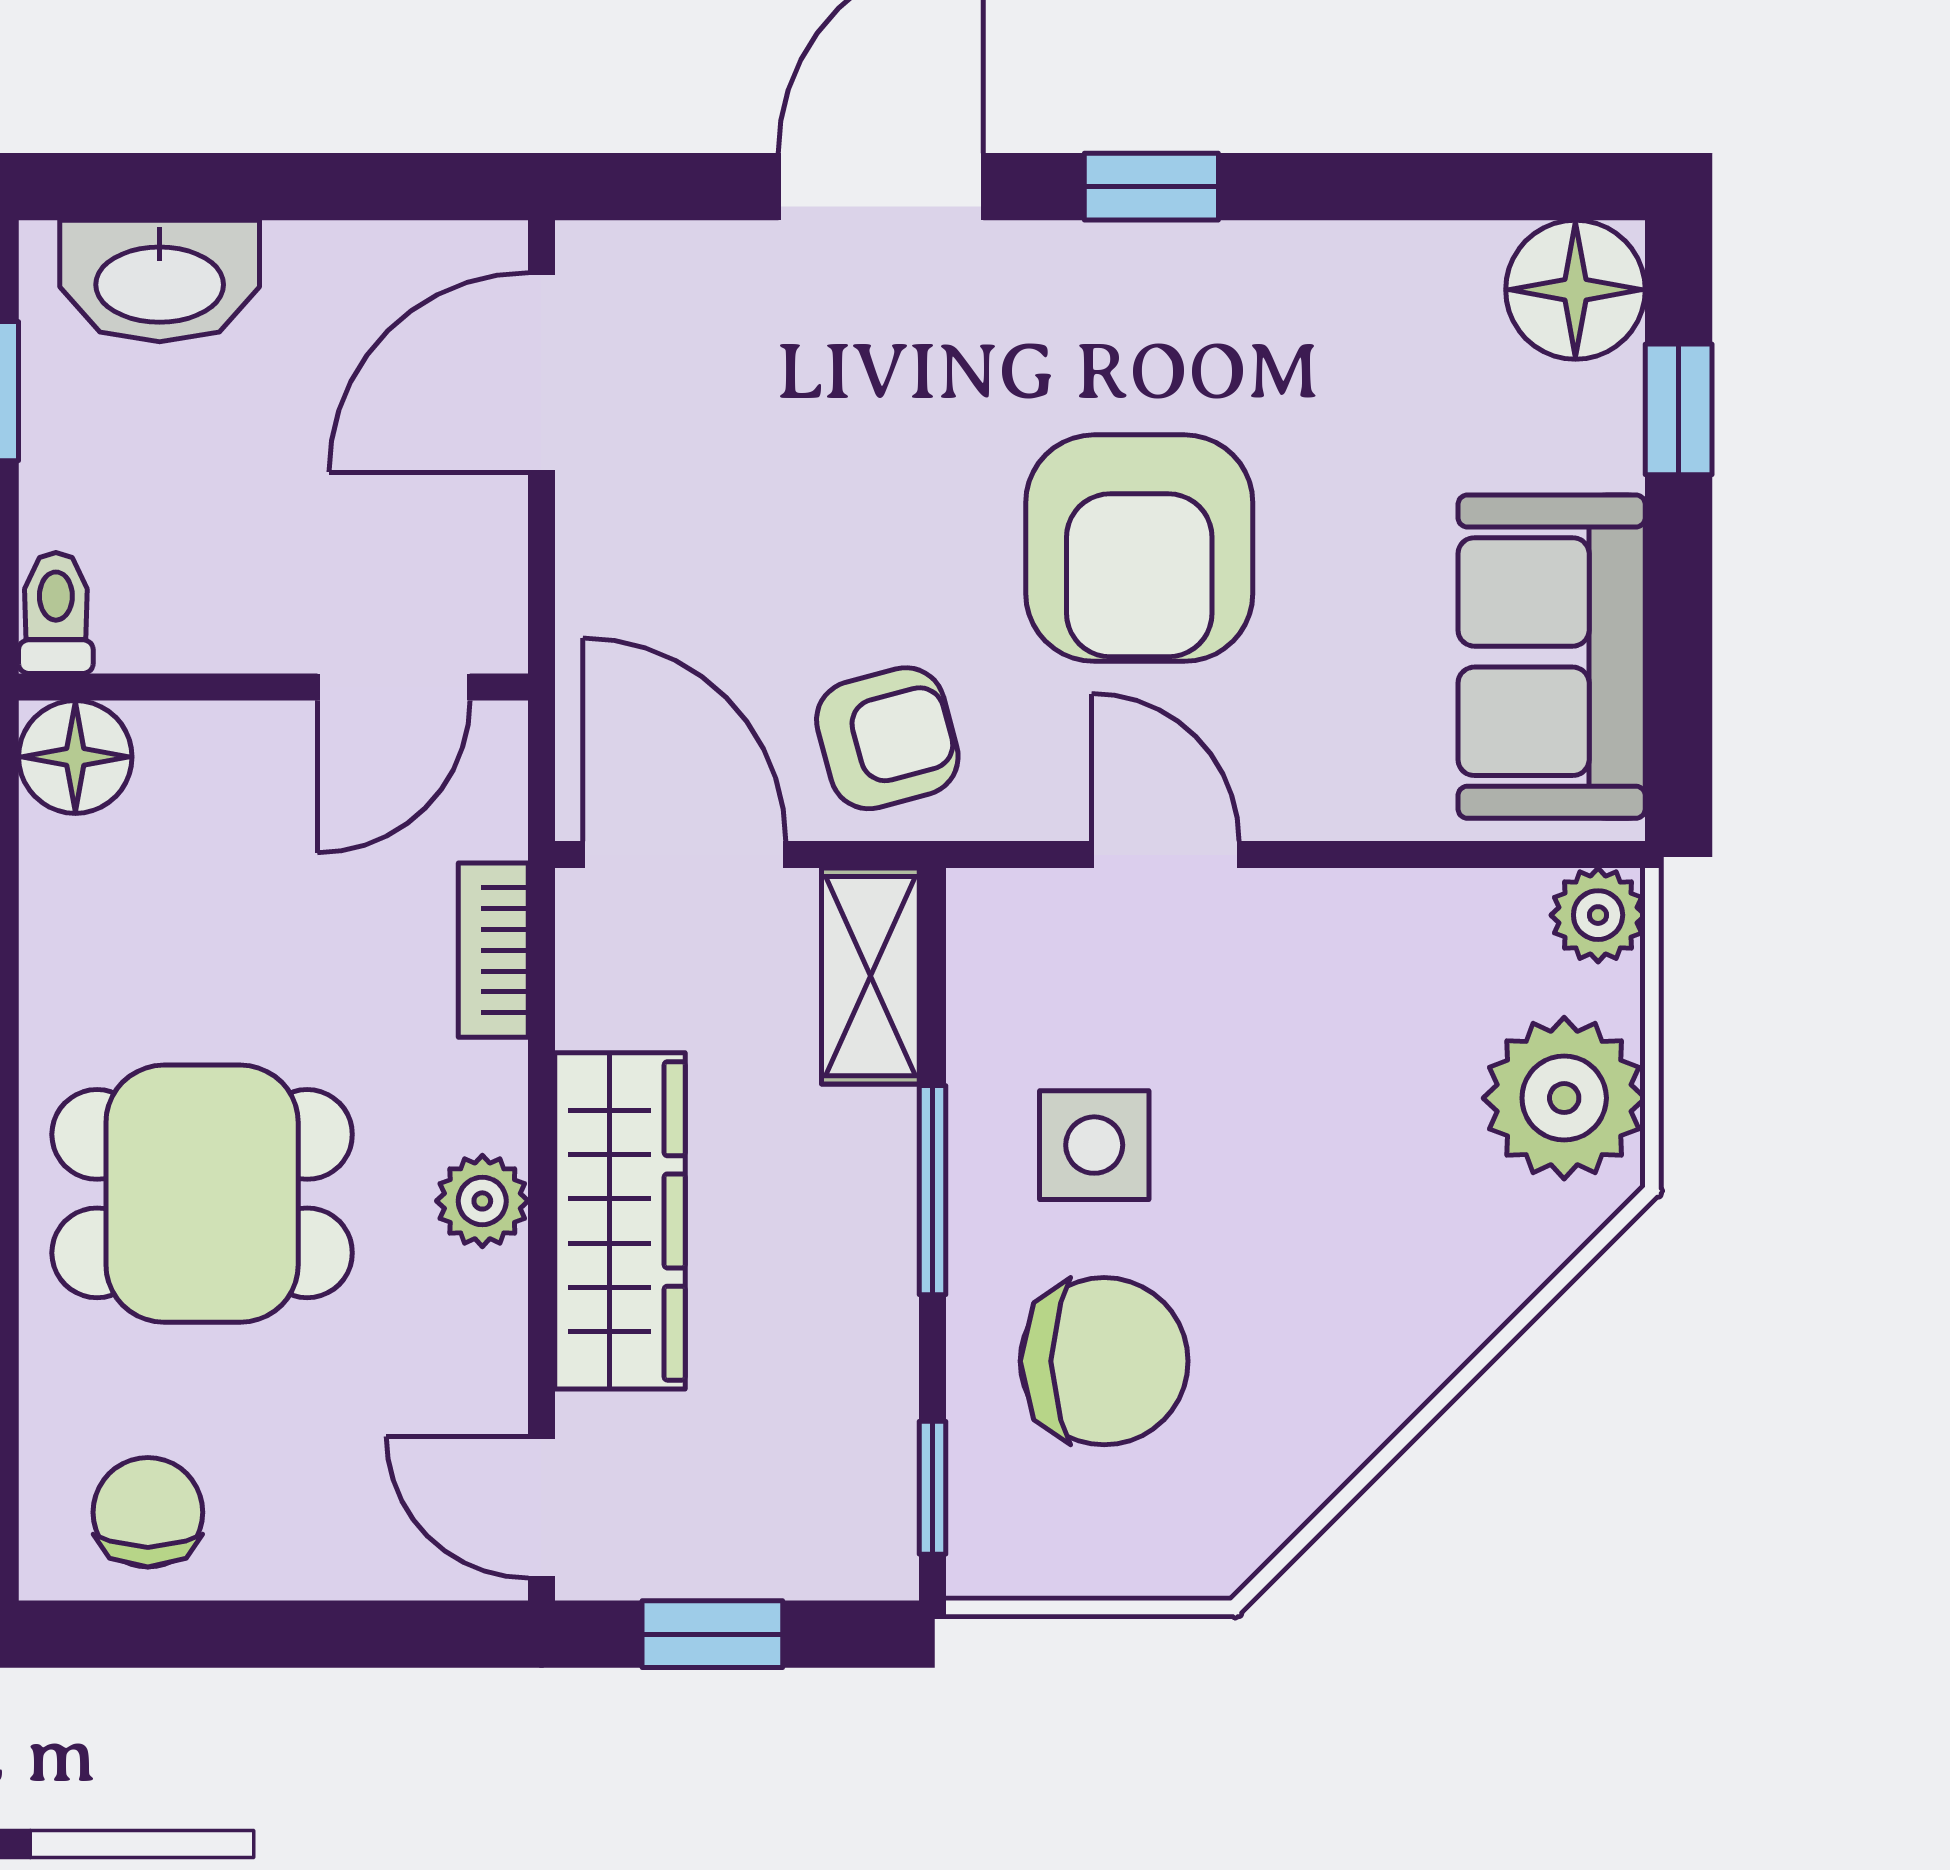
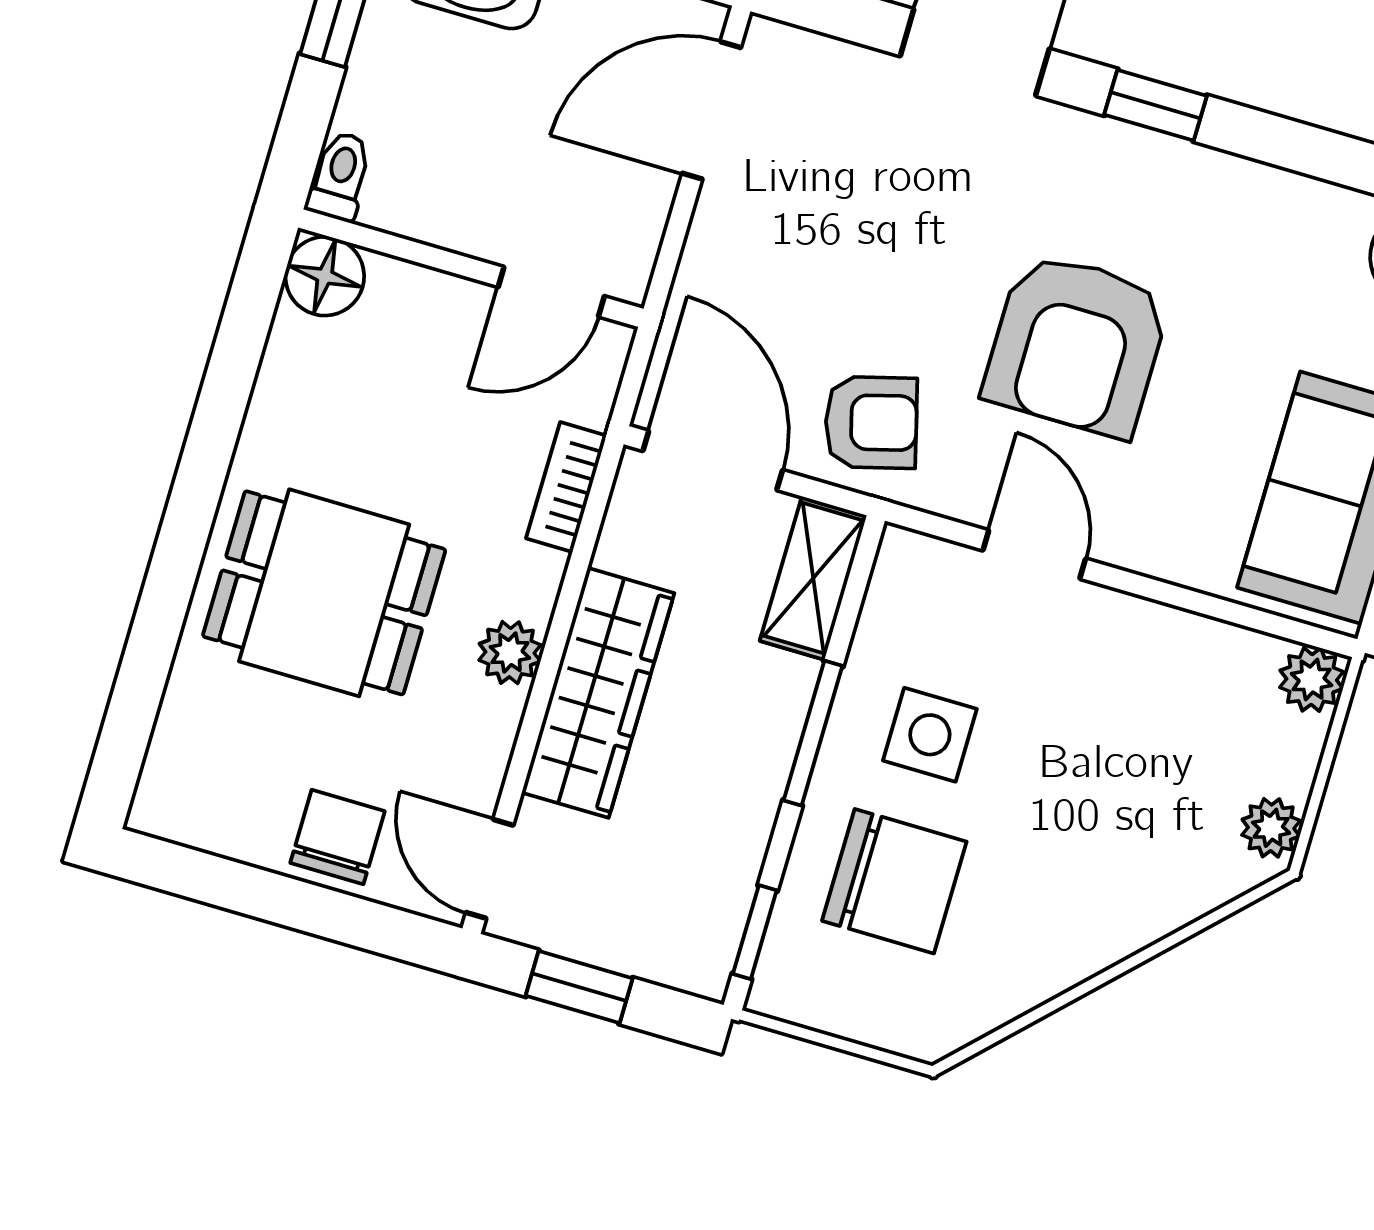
plant: (1564, 1098) -> (1271, 828), width x0.53, depth x0.53
chair: (148, 1512) -> (337, 837), moved

